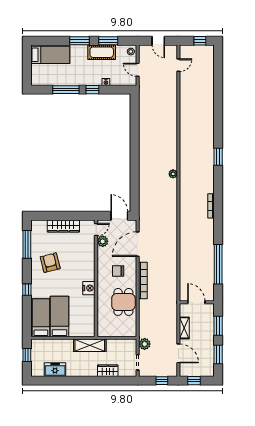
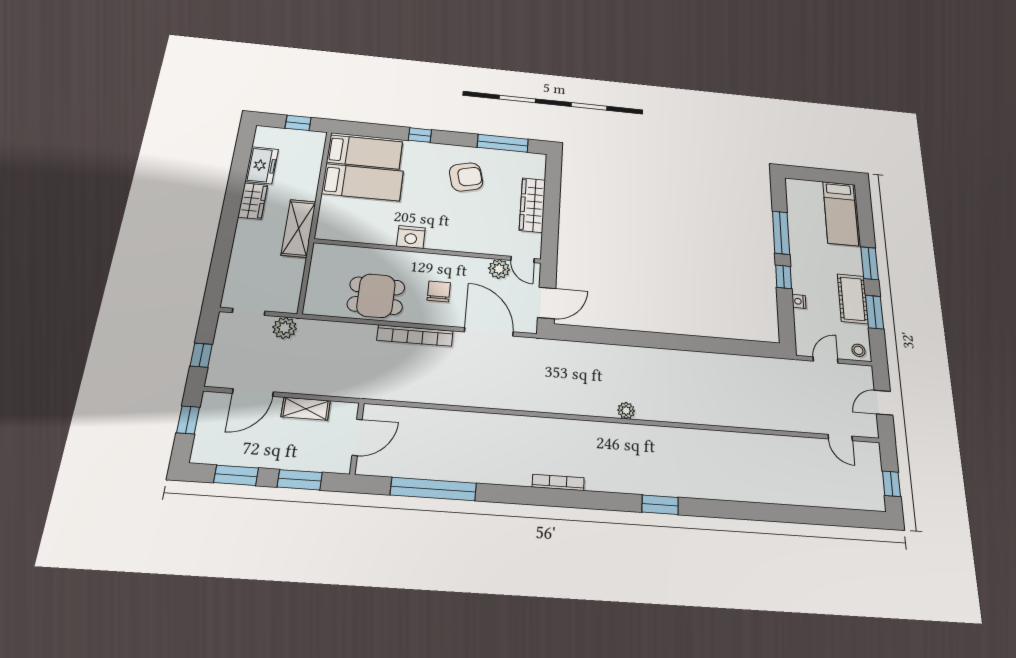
wardrobe: (108, 371) -> (253, 201), moved

